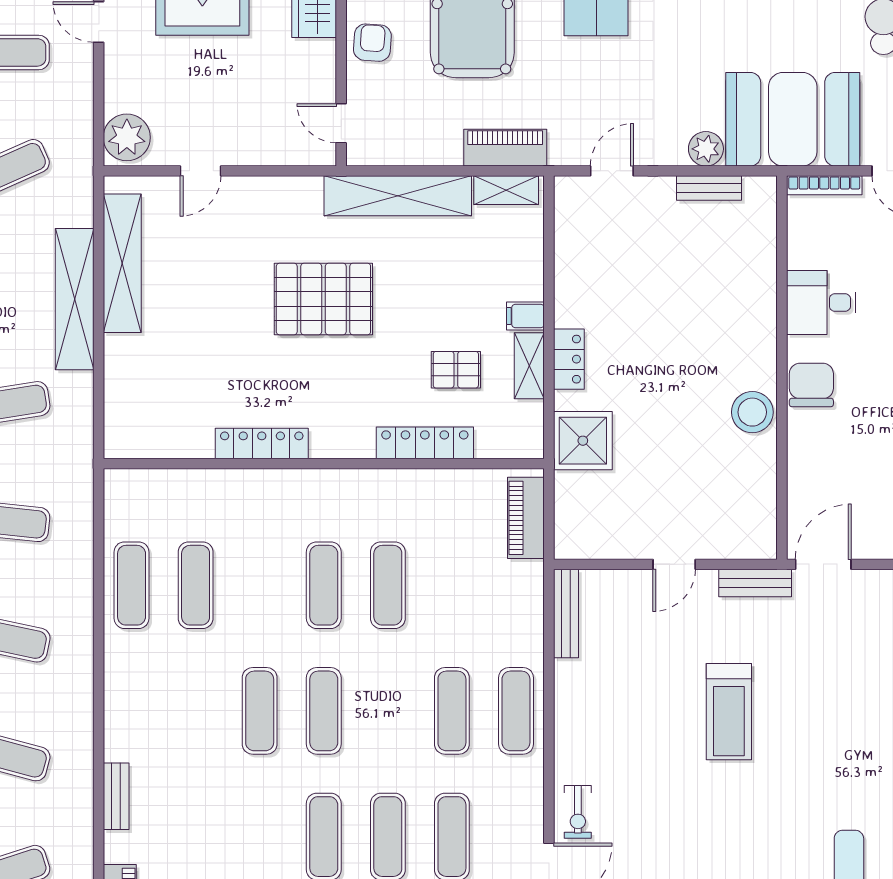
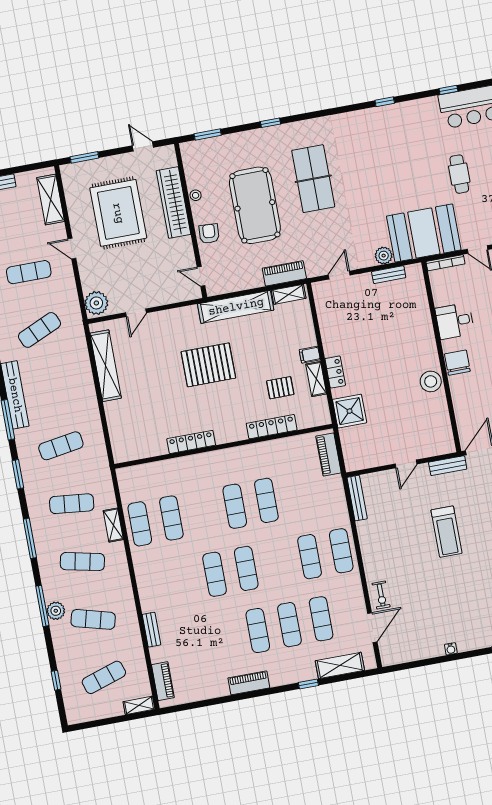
shelving: (75, 299) -> (113, 525), moved, width x0.45, depth x0.75

